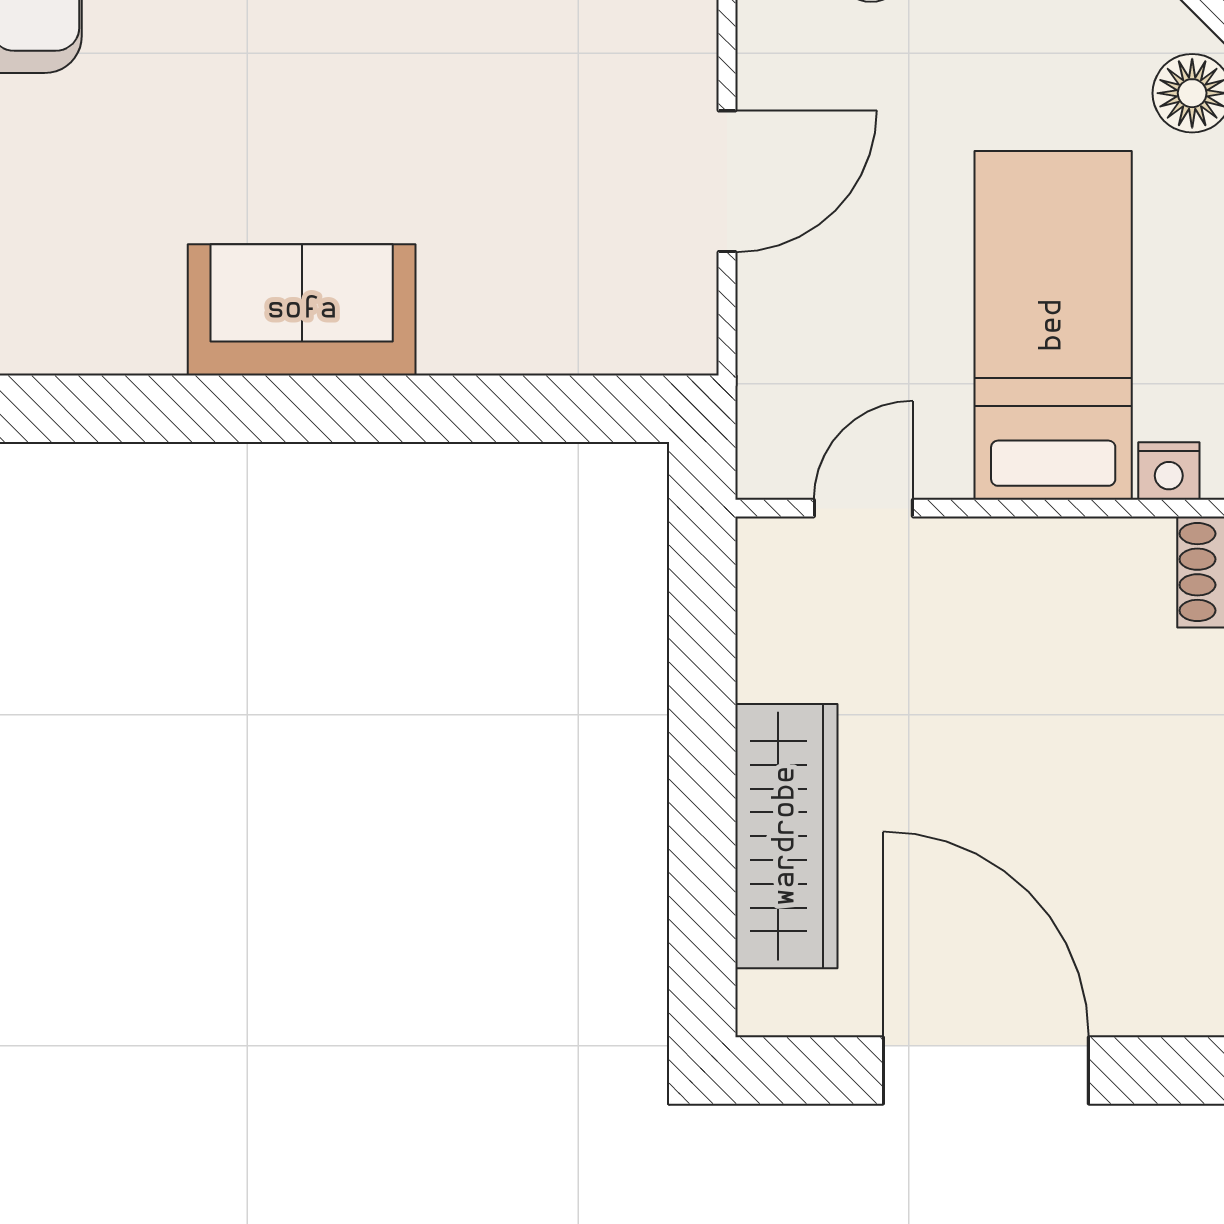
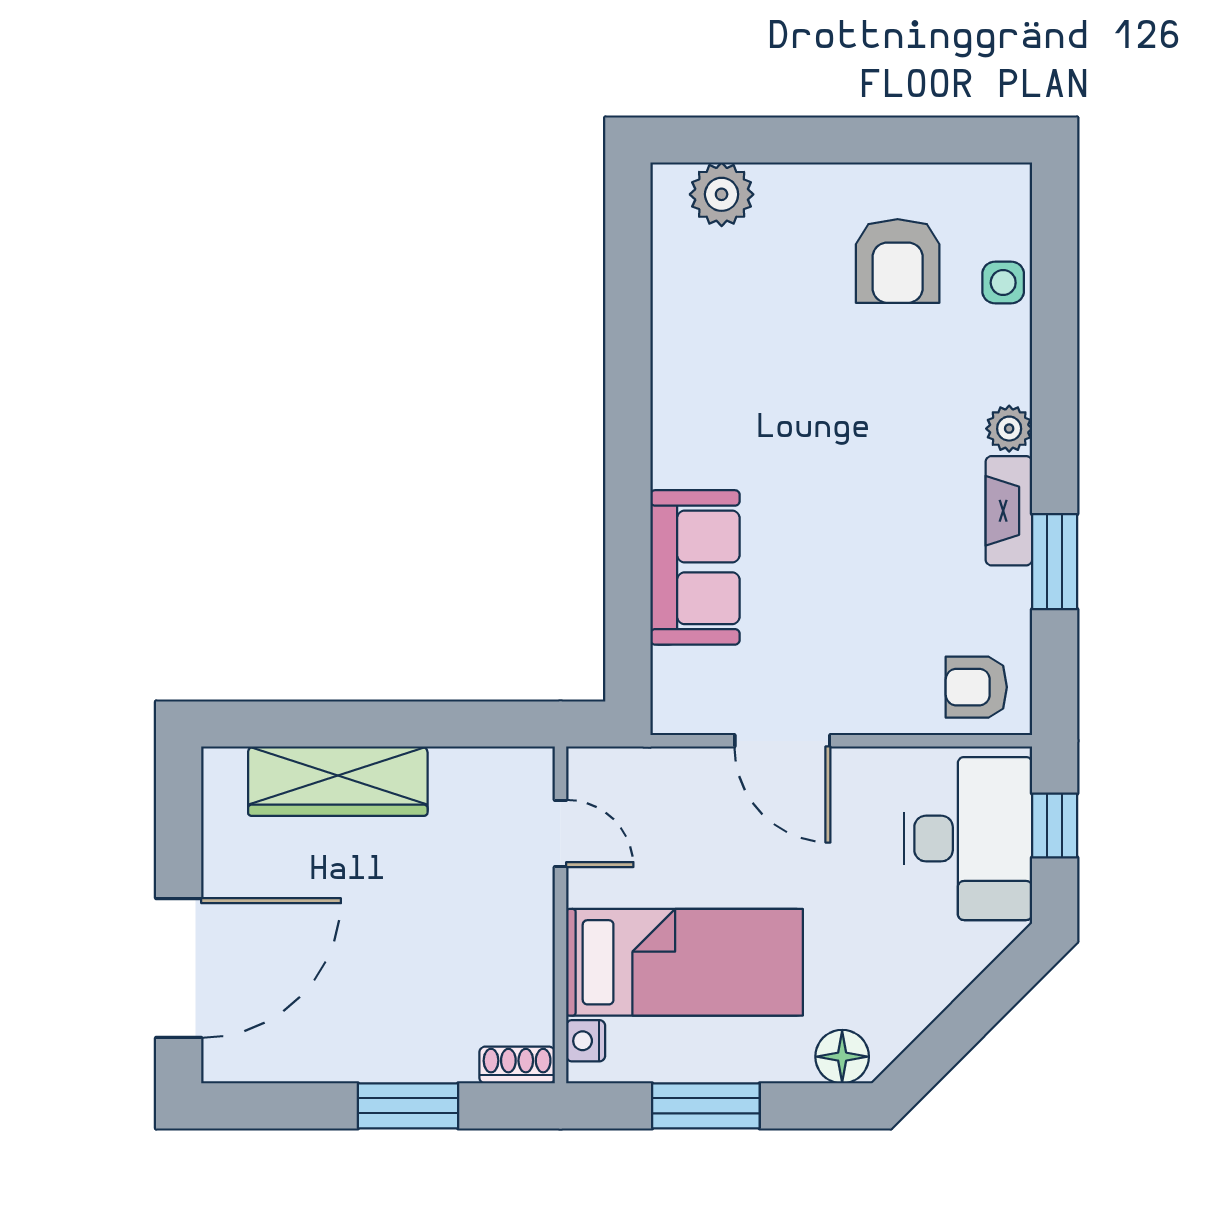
sofa: (302, 310) -> (695, 567), moved
door: (986, 1071) -> (179, 968), moved

